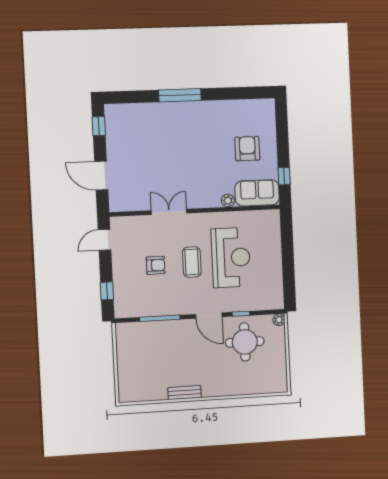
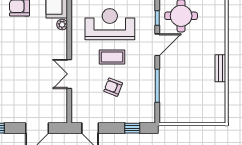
armchair: (156, 265) -> (113, 87), turned -69

